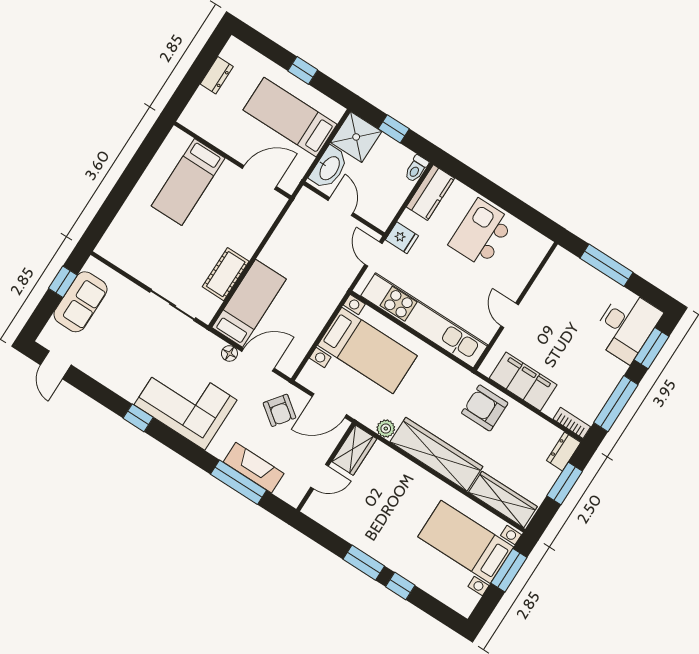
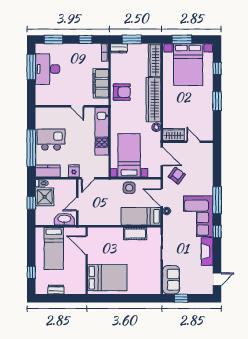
window: (303, 70) -> (31, 272), moved
shower: (356, 137) -> (45, 197), moved
bed: (188, 182) -> (107, 278), width x1.50
window: (488, 189) -> (31, 148), added
kitchen island: (481, 233) -> (51, 140), turned 180
window: (606, 265) -> (31, 67), moved
sofa: (80, 302) -> (171, 280), moved, turned 90
side table: (311, 315) -> (129, 188), added
door: (510, 315) -> (77, 106), hinge flipped
kitchen unit: (424, 320) -> (102, 131), width x0.73
desk: (626, 326) -> (48, 69), moved, turned -90
window: (616, 404) -> (86, 39), width x0.46
armchair: (485, 408) -> (122, 92), turned -90
fireplace: (254, 468) -> (207, 252), moved
window: (239, 482) -> (217, 200), moved
bed with nightstands: (466, 542) -> (188, 65), width x1.36
window: (400, 586) -> (217, 68), moved

